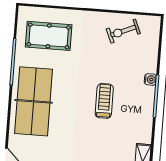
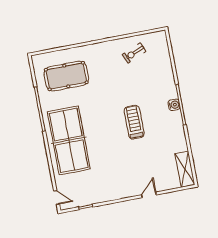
exercise bike: (123, 31) -> (134, 53), width x0.73, depth x0.72
water cooler: (150, 79) -> (174, 105), moved

